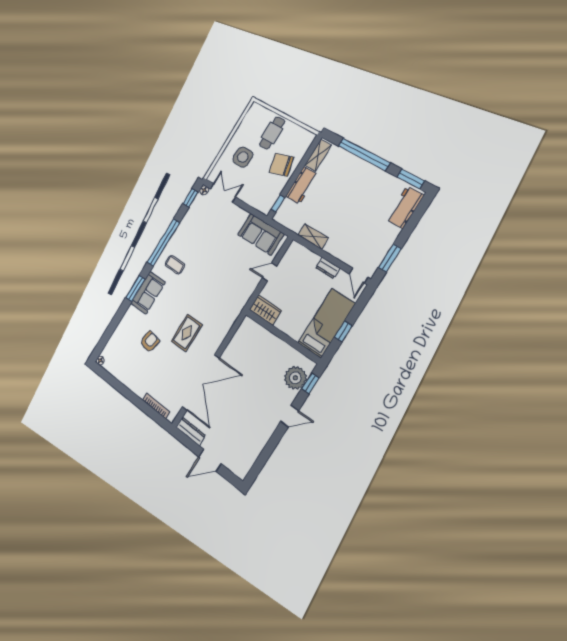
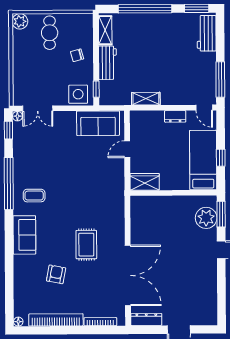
plant: (255, 111) -> (20, 21), added
side table: (243, 157) -> (78, 94), moved
chair: (281, 165) -> (77, 55), width x0.54, depth x0.54
double door: (223, 193) -> (38, 108), swing flipped
window: (390, 258) -> (220, 80), width x1.44
window: (135, 288) -> (9, 239), removed
bookcase: (126, 379) -> (56, 320), added
window: (310, 383) -> (221, 214), width x1.50

